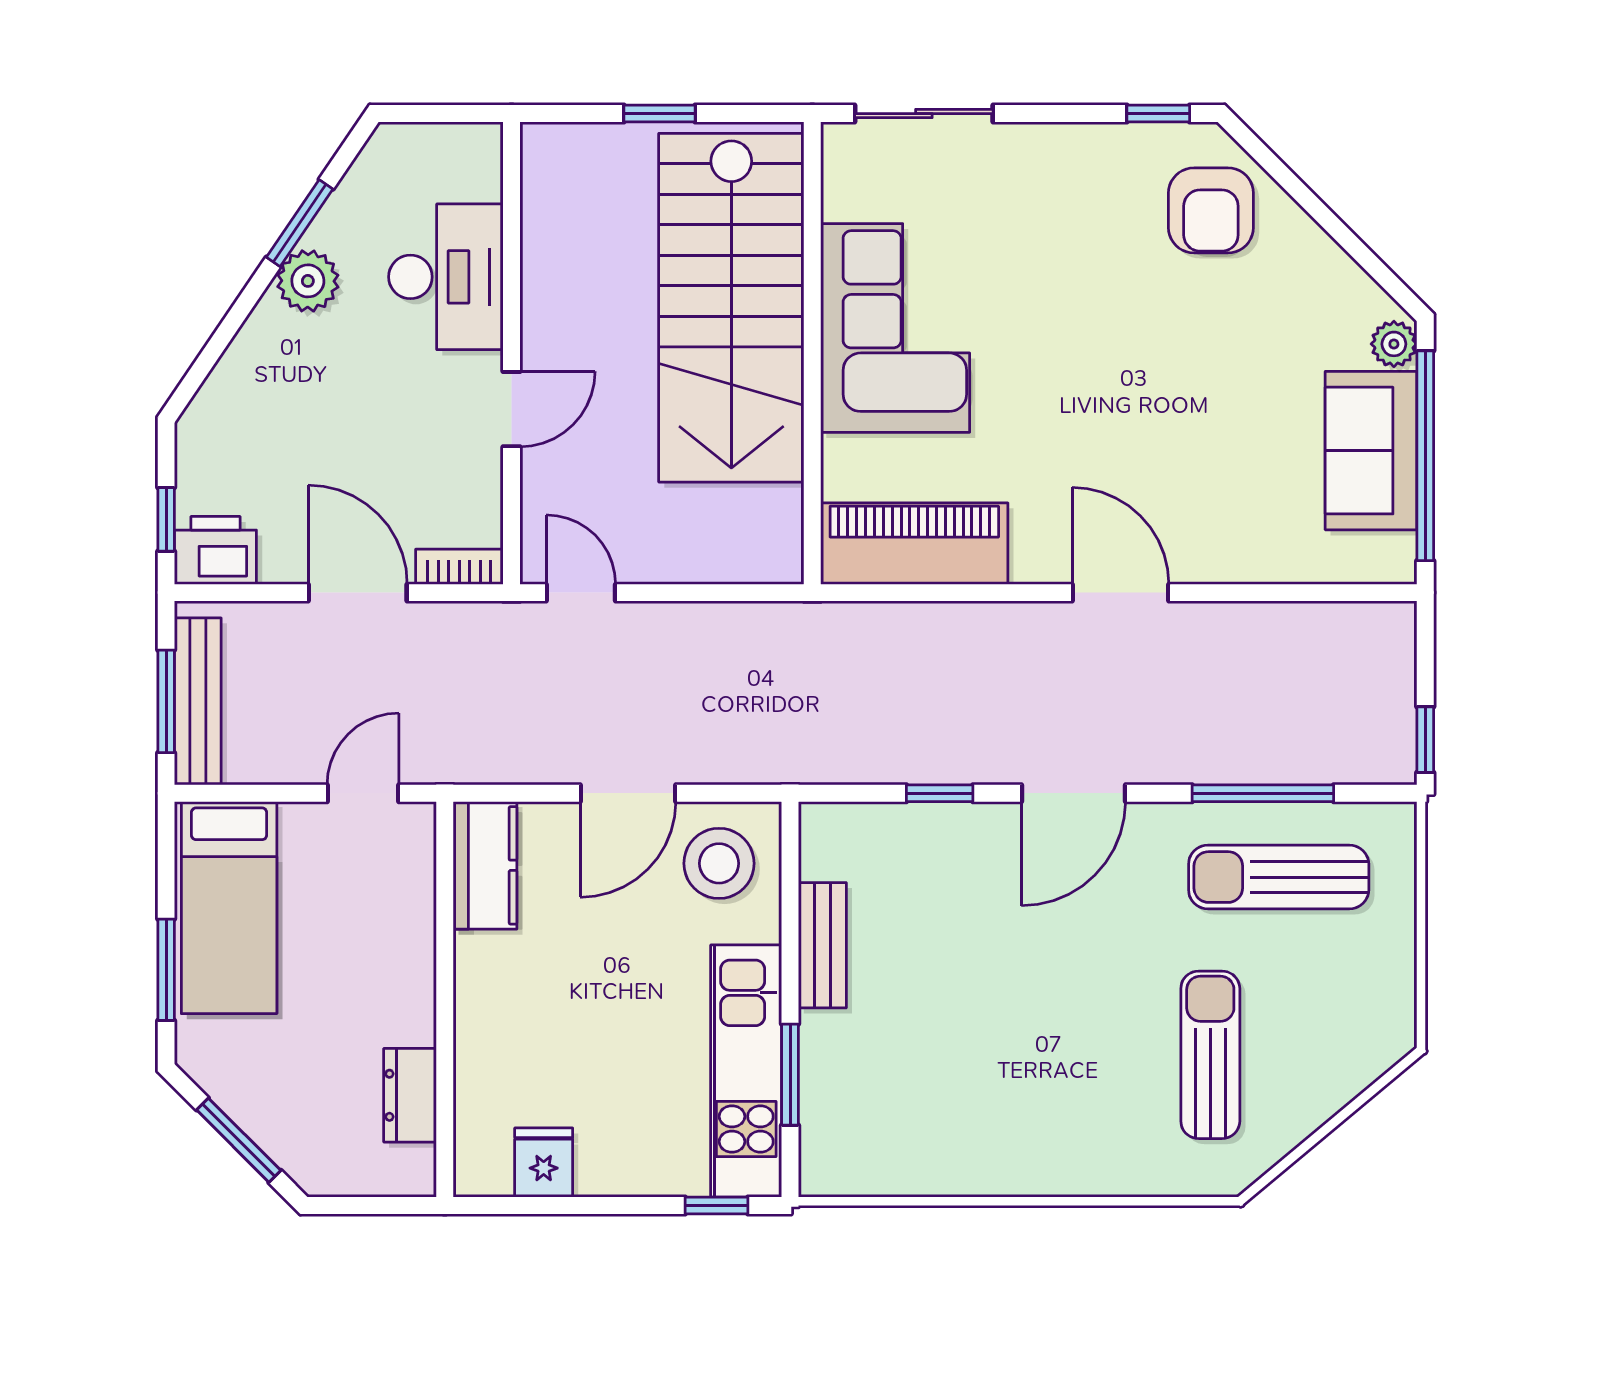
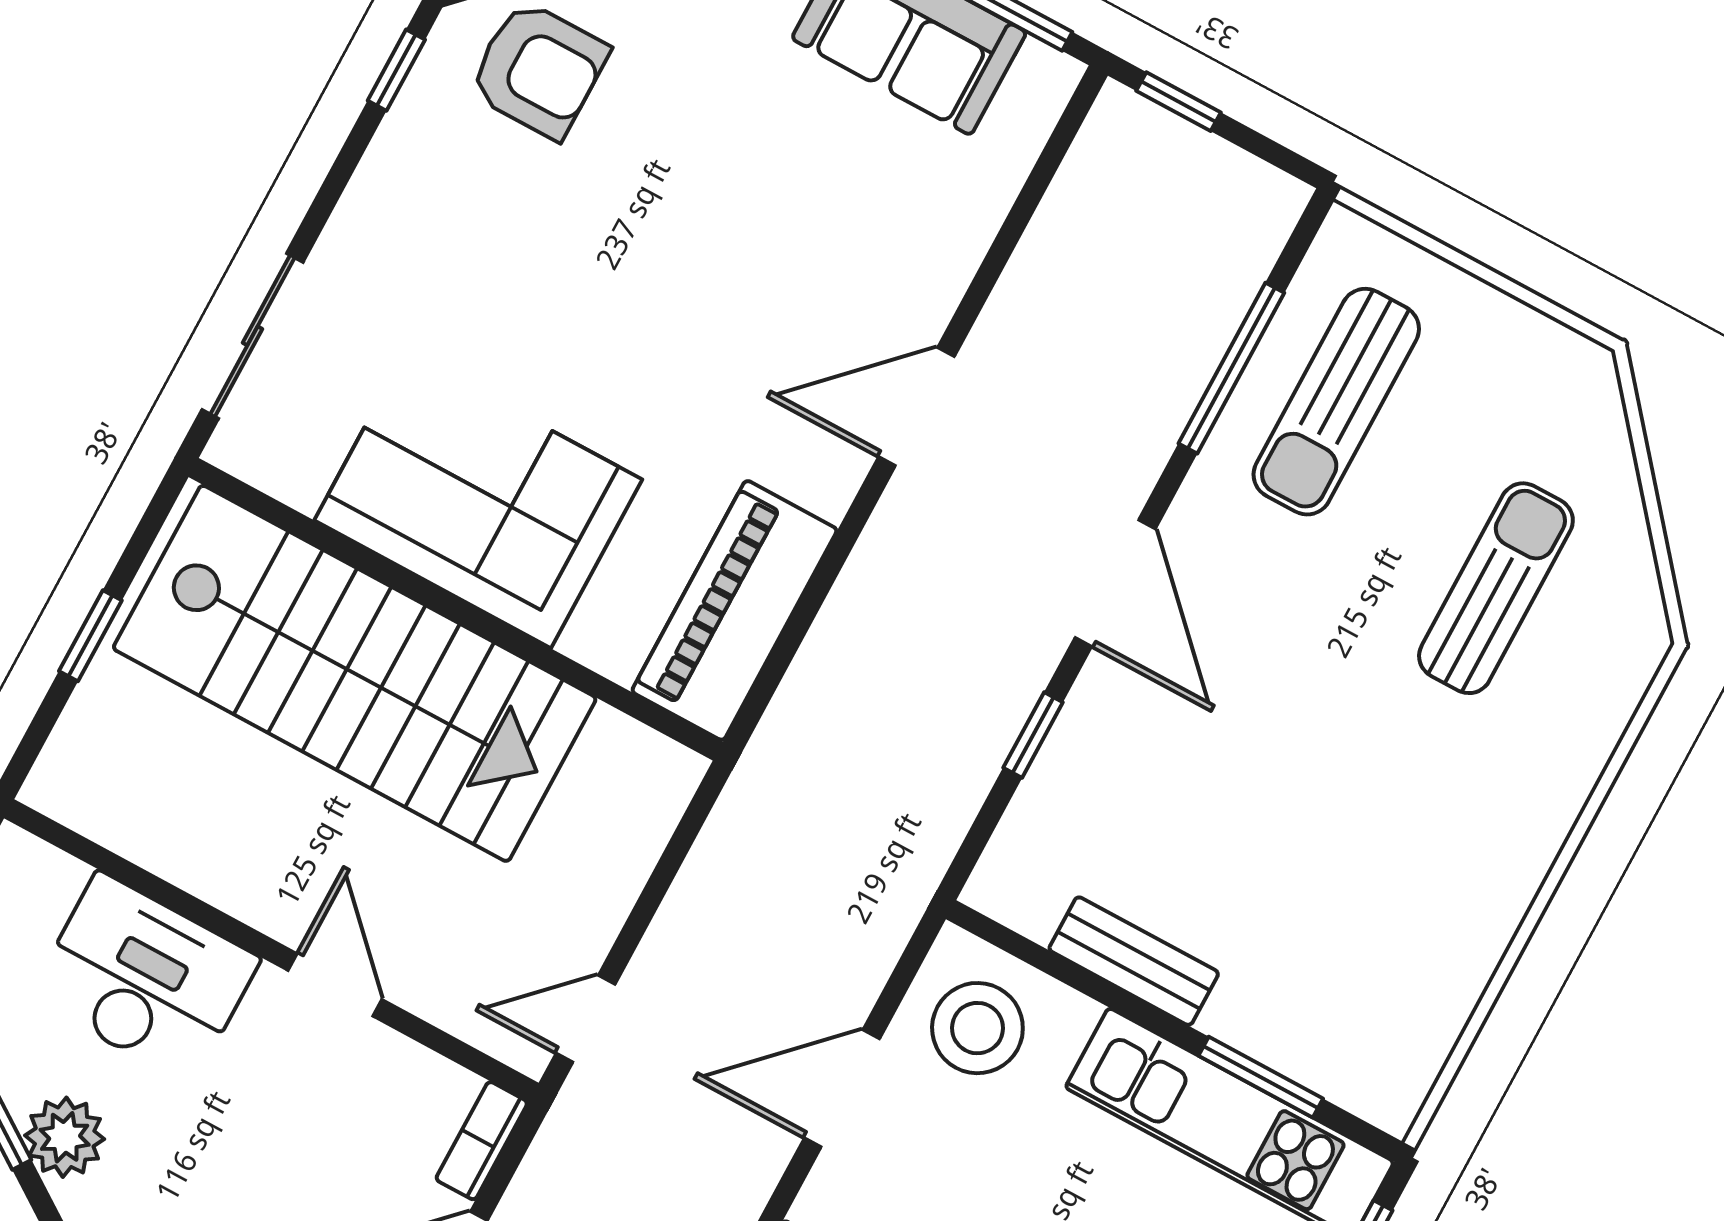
window: (1425, 740) -> (1178, 102), moved
door: (628, 793) -> (842, 1088), swing flipped
sun lounger: (1210, 1055) -> (1496, 588), turned 90

